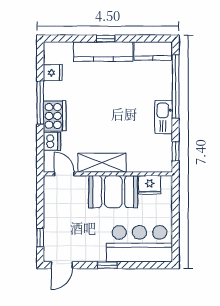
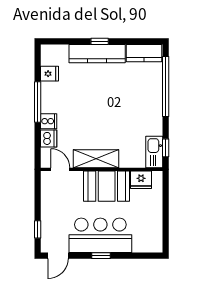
cooker: (55, 116) -> (49, 121), width x0.53, depth x0.76
kitchen sink: (164, 117) -> (154, 152), moved
bar counter: (139, 244) -> (100, 235), moved

